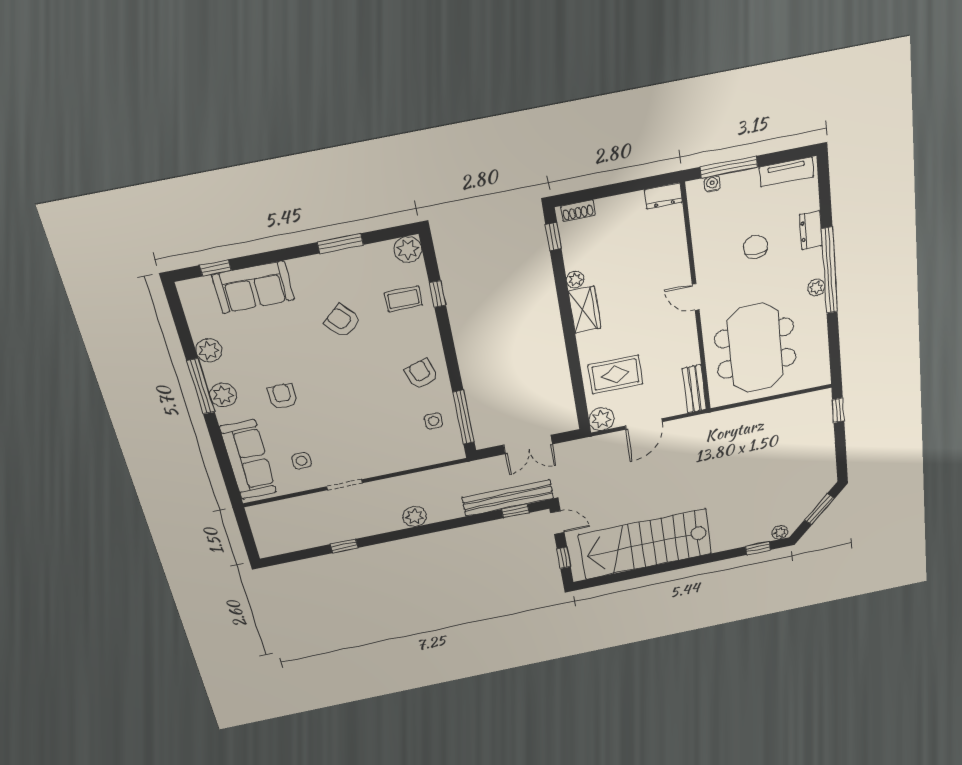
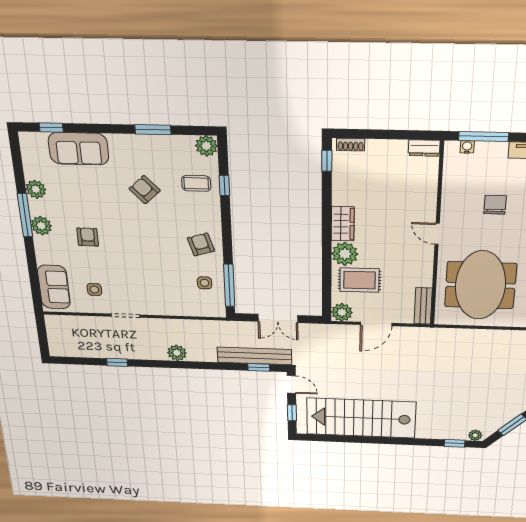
plant: (575, 280) -> (345, 254), moved, width x1.87, depth x1.87
sofa: (248, 460) -> (54, 287), width x0.73

